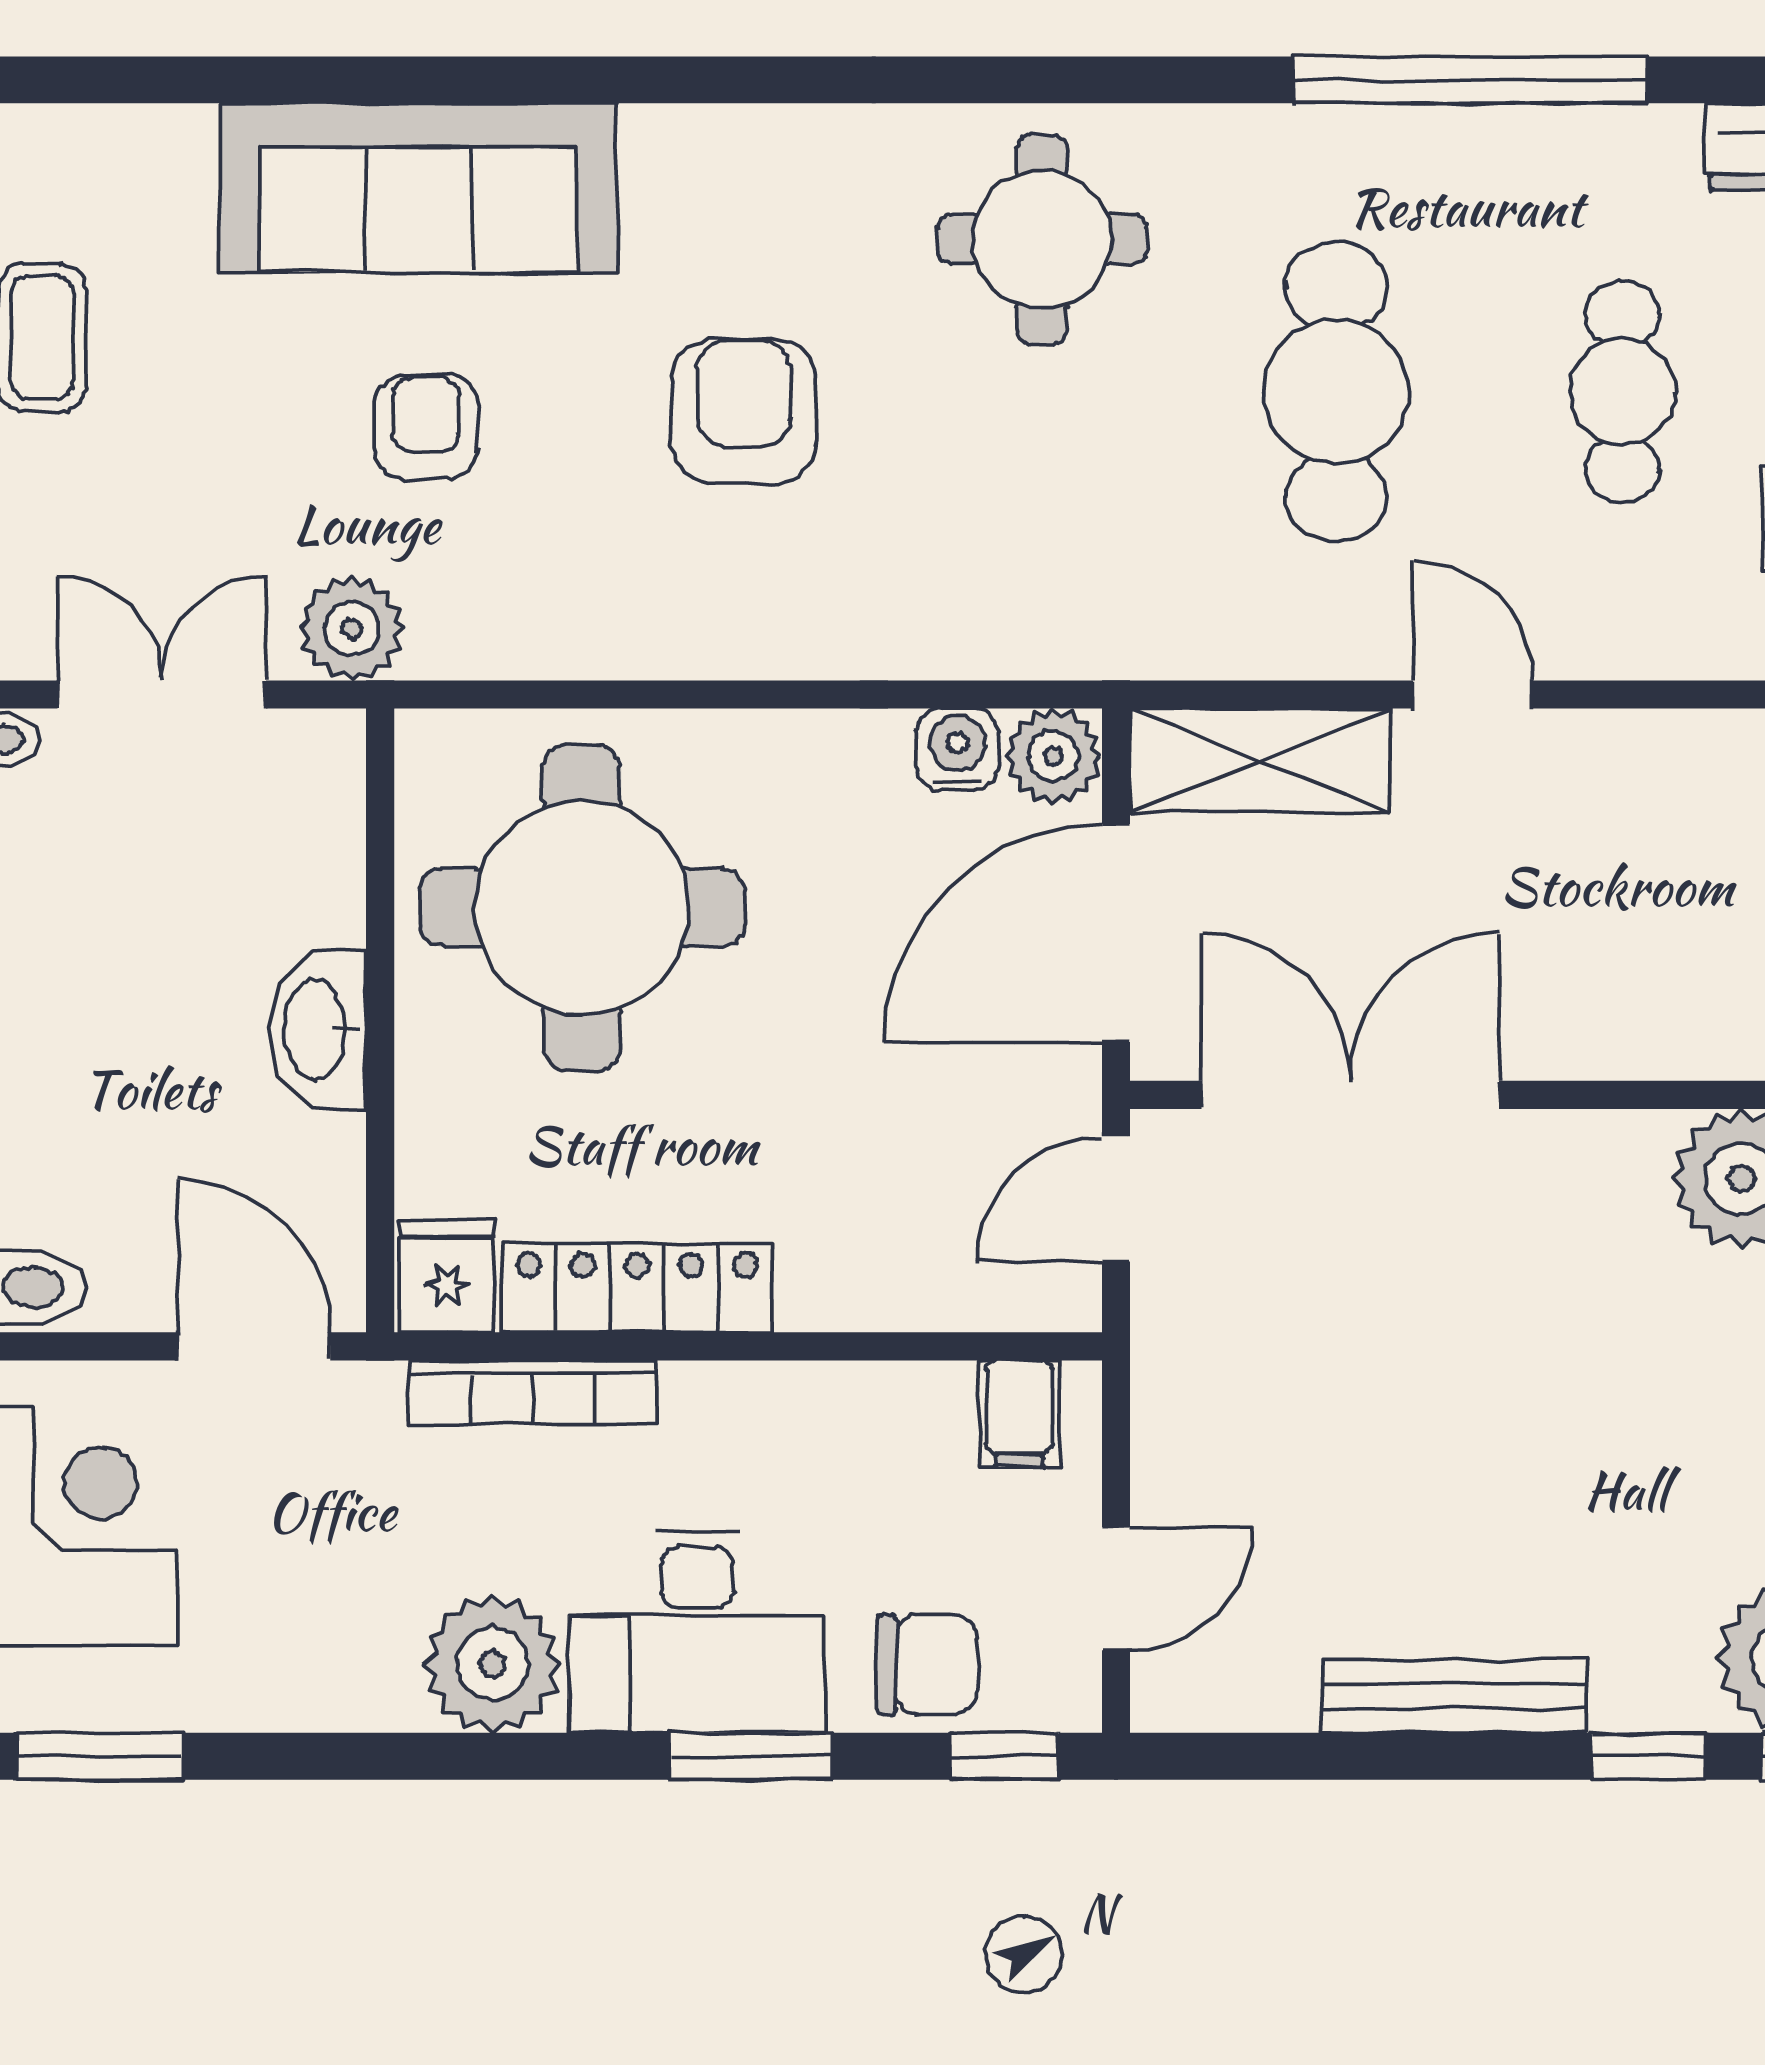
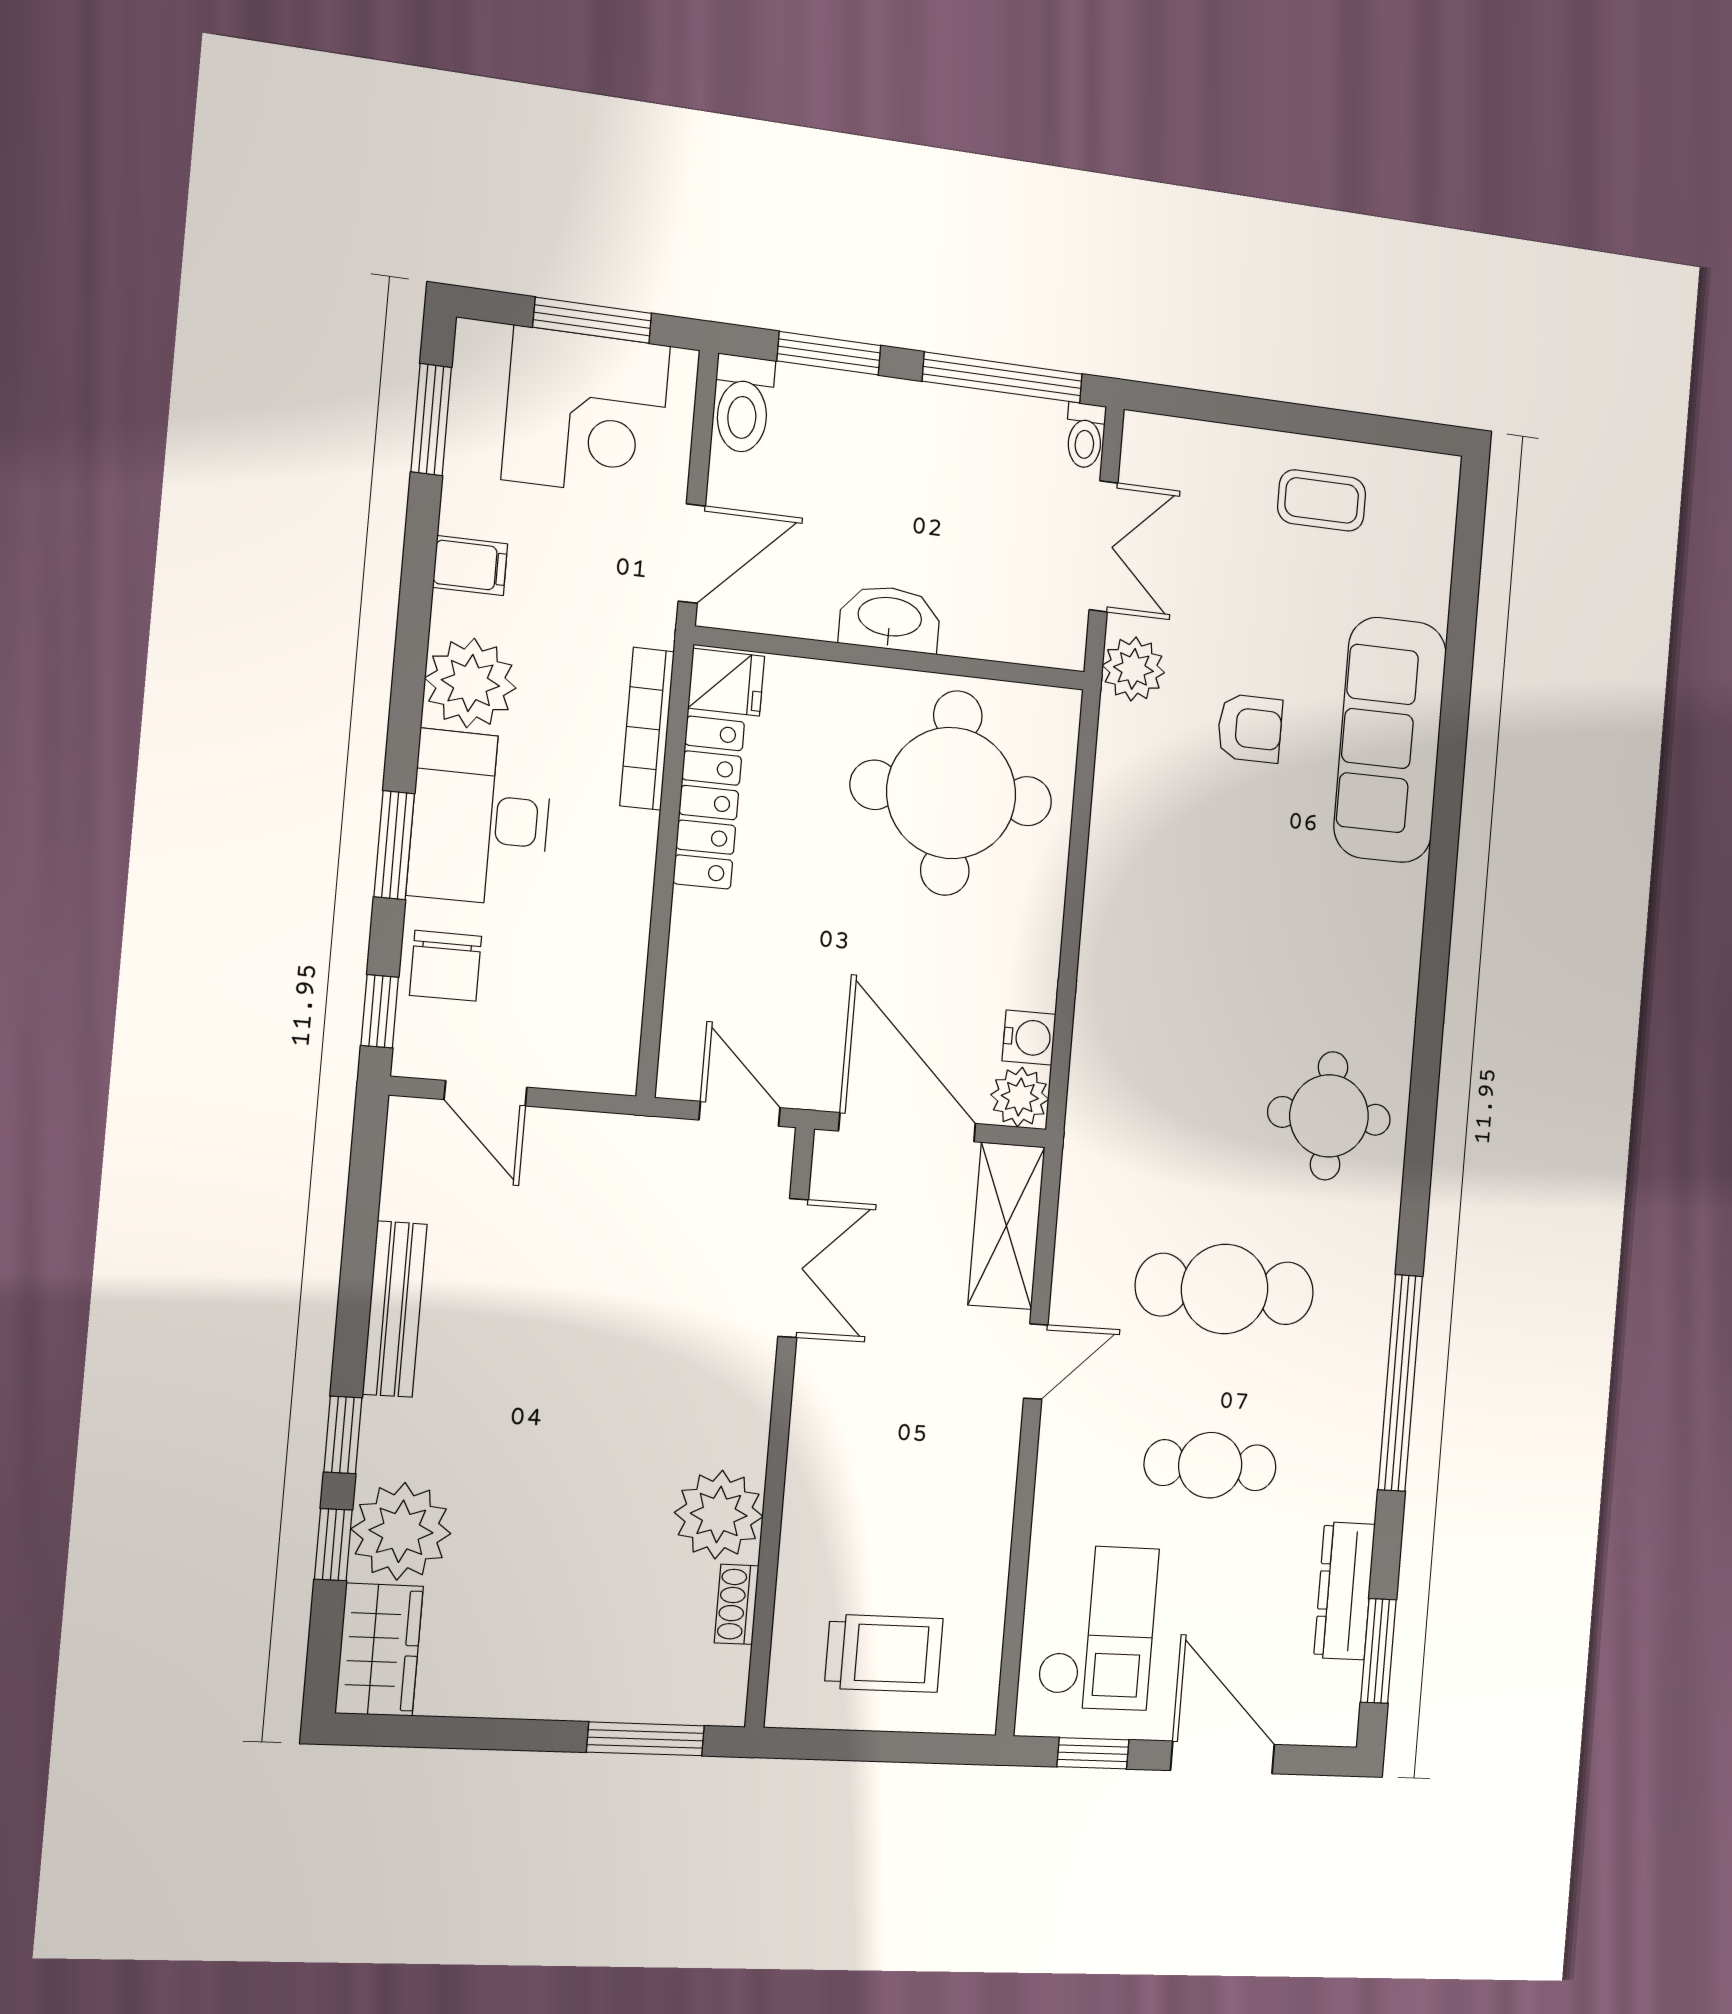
armchair: (744, 411) -> (1243, 924), removed
double door: (1350, 1095) -> (793, 1268), width x0.73
filing cabinet: (1019, 1414) -> (470, 566), moved, turned 180

